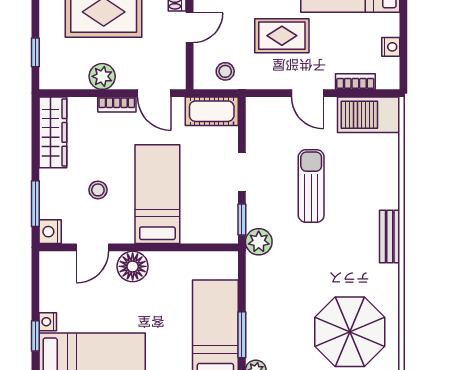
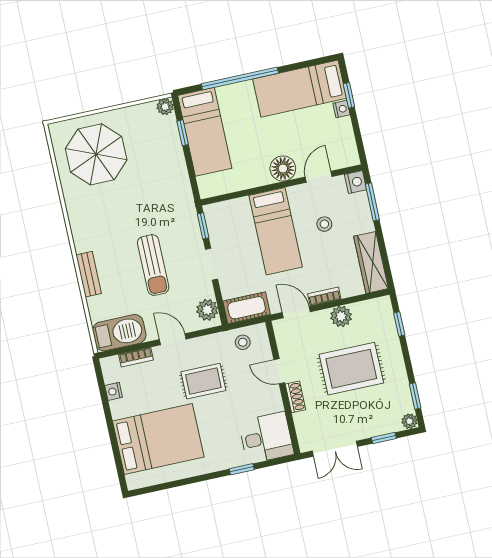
door: (190, 28) -> (279, 371), hinge flipped
bench: (390, 236) -> (89, 274), moved
plant: (259, 242) -> (207, 310), moved
window: (242, 335) -> (183, 133), width x0.67

